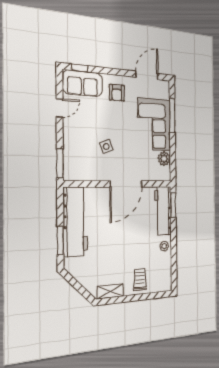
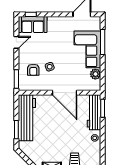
armchair: (117, 93) -> (33, 70), moved
door: (126, 184) -> (65, 93), hinge flipped

